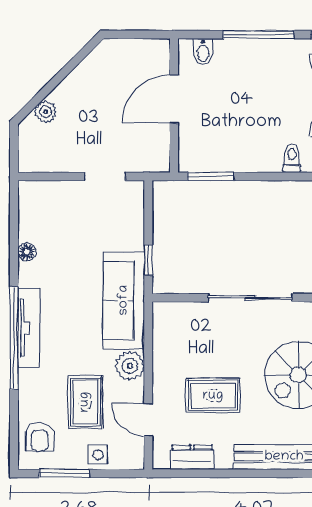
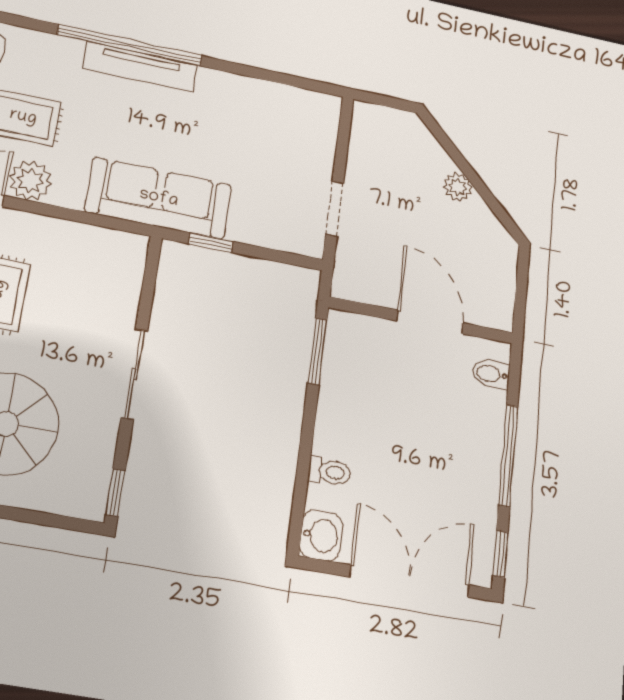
plant: (46, 112) -> (458, 187), moved
floor lamp: (27, 252) -> (245, 87), removed
sliding door: (250, 298) -> (134, 374), width x0.73
plant: (130, 366) -> (30, 181), moved

